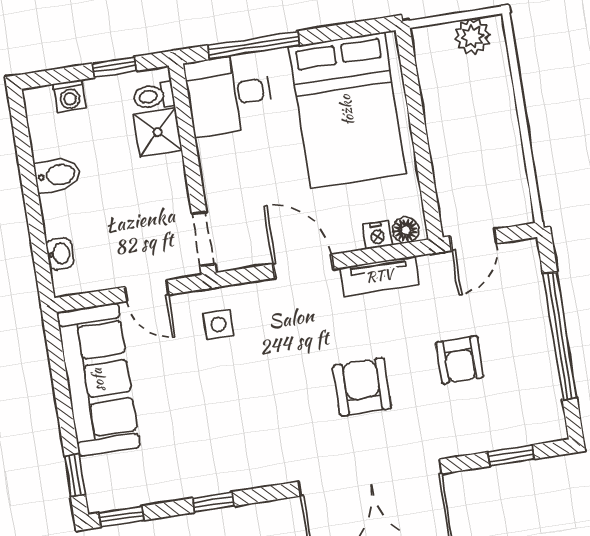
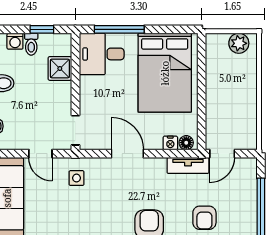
toilet: (154, 96) -> (31, 44), moved, turned -90
tv unit: (379, 276) -> (188, 165), moved

